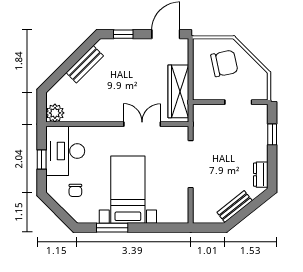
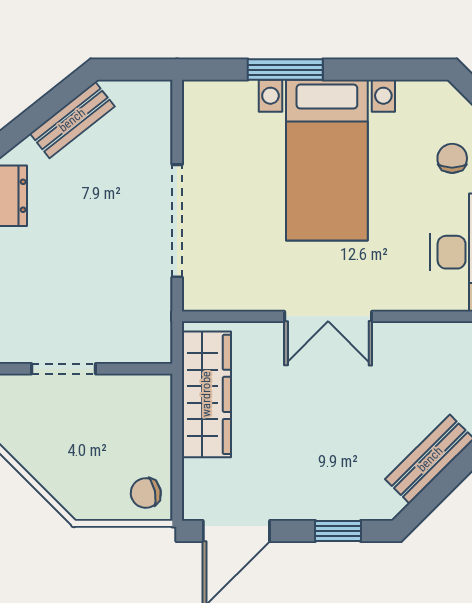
chair: (224, 63) -> (146, 493), moved, width x0.54, depth x0.54
double door: (142, 124) -> (328, 316), moved
window: (112, 228) -> (285, 70), moved

